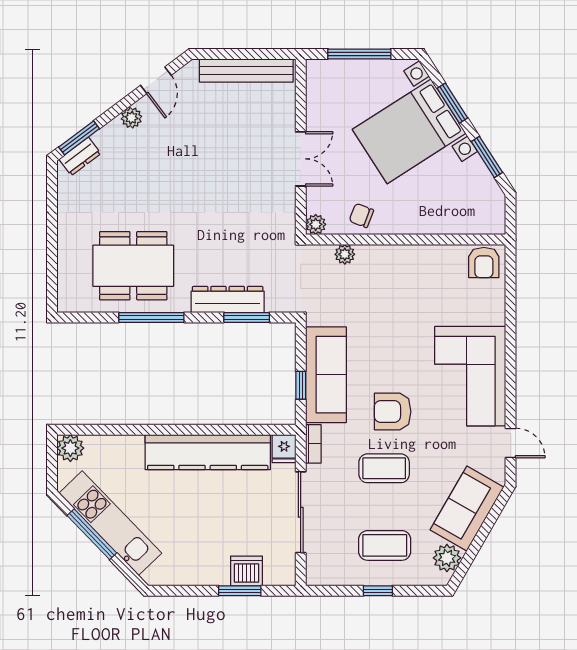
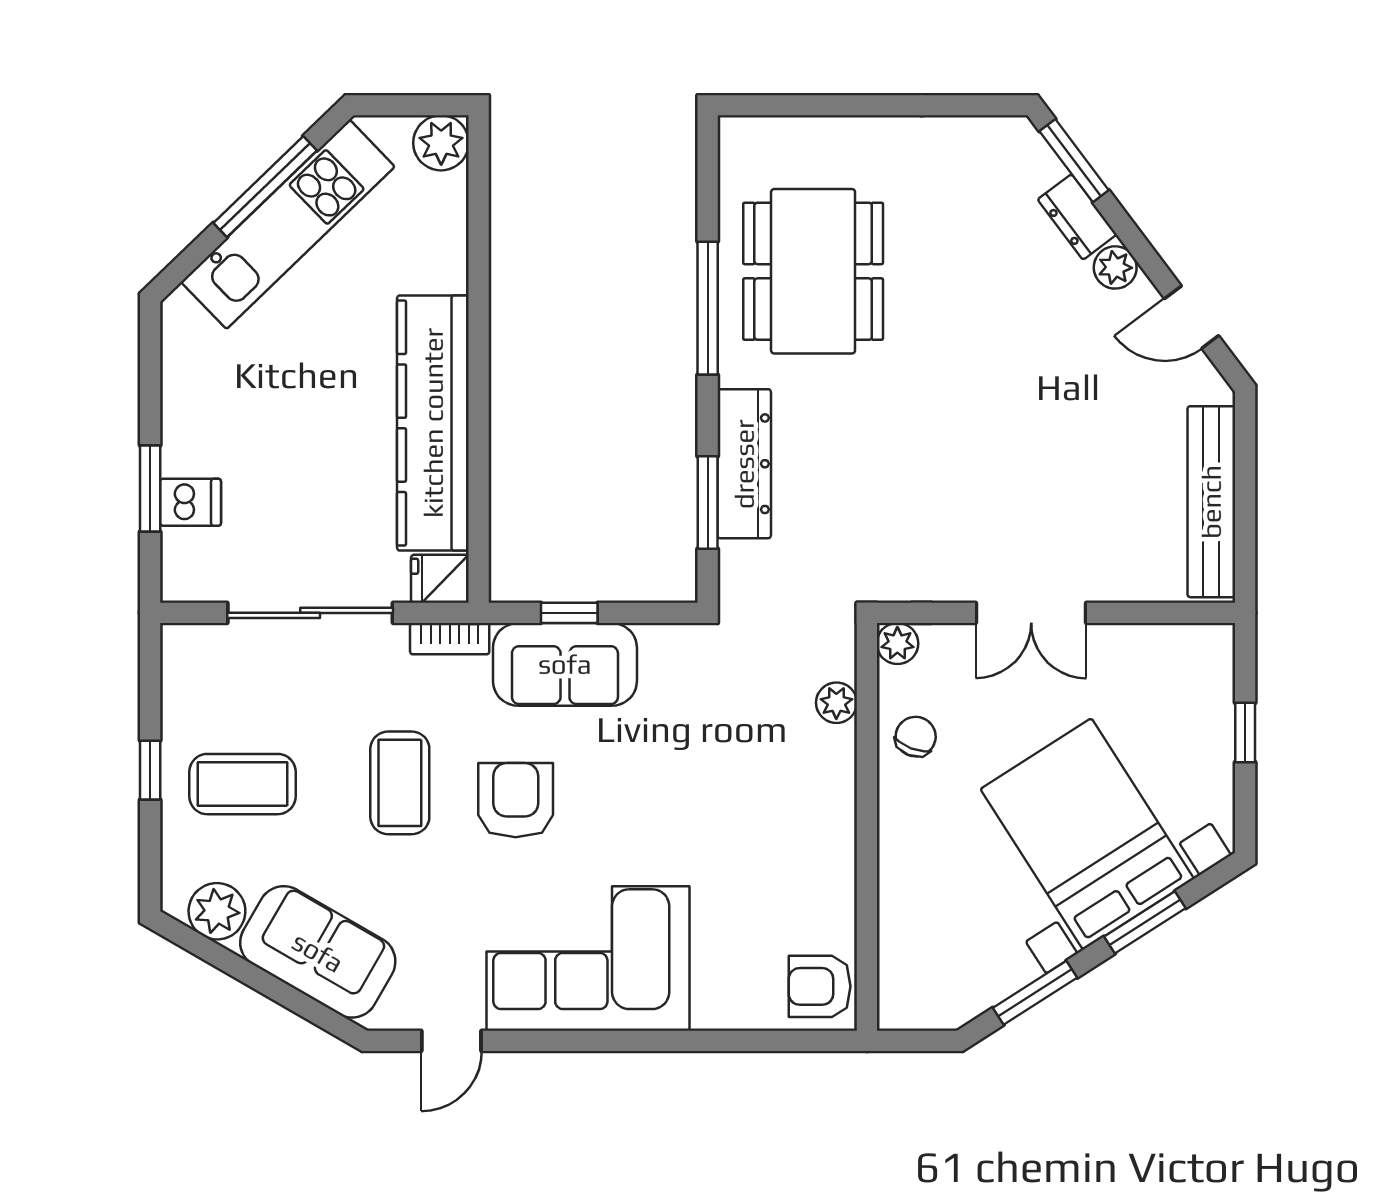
window: (359, 54) -> (1245, 733), width x0.46
dresser: (80, 156) -> (1077, 217), moved
sofa: (326, 375) -> (565, 664), width x0.73
coffee table: (385, 545) -> (242, 784), turned 90
dishwasher: (247, 571) -> (191, 502), width x0.73

